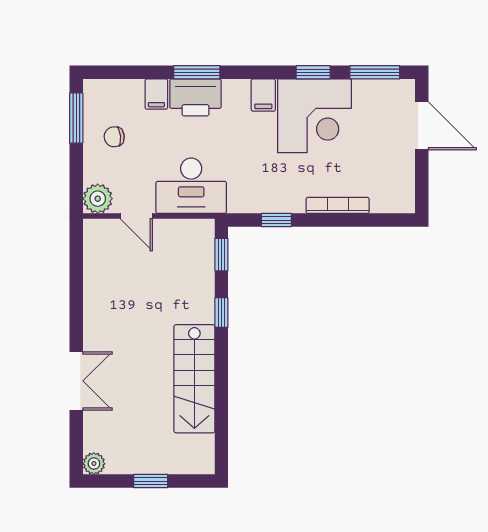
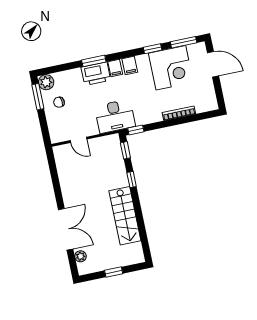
filing cabinet: (156, 94) -> (115, 68), moved
corner desk: (314, 116) -> (171, 68), moved
desk: (191, 186) -> (115, 116), moved
plant: (98, 199) -> (46, 82), moved
window: (276, 220) -> (136, 130), moved
double door: (76, 381) -> (66, 229), width x1.37
plant: (94, 464) -> (81, 256), moved

